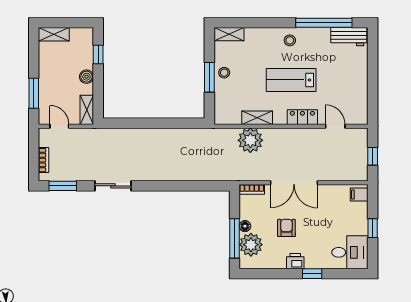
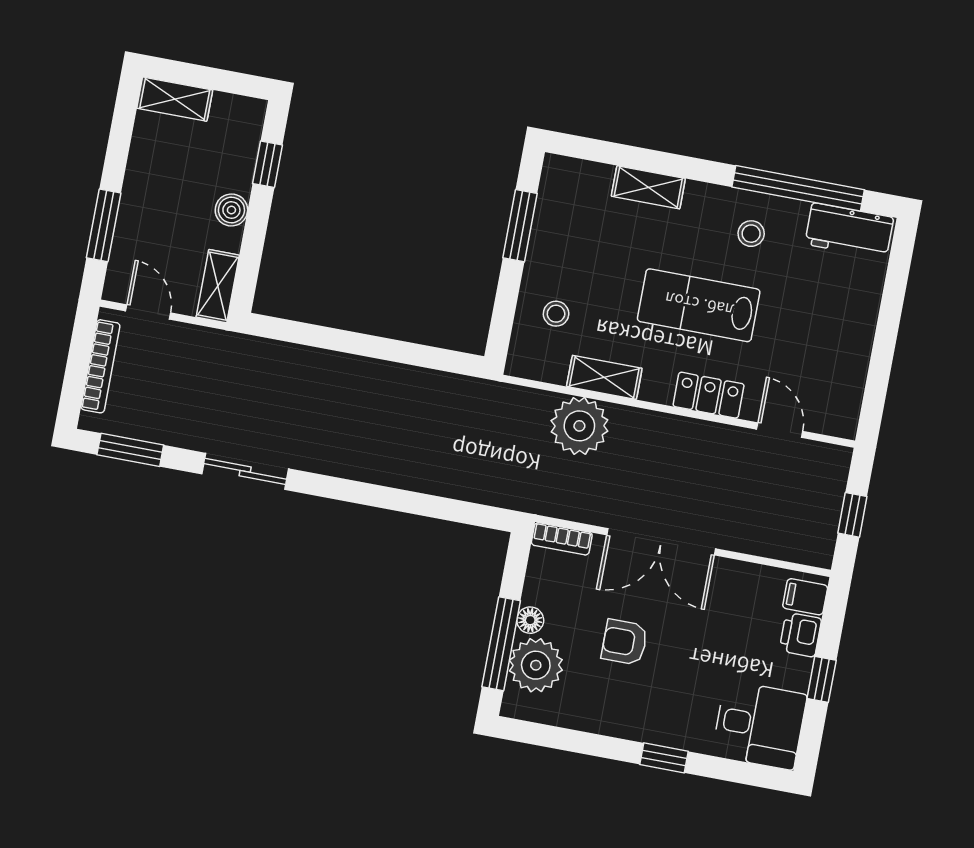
shelving: (229, 34) -> (648, 187), moved
stool: (290, 40) -> (751, 234), moved
stool: (224, 73) -> (556, 314), moved
window: (209, 77) -> (520, 226), moved
bookcase: (44, 160) -> (100, 366), width x1.56
armchair: (286, 228) -> (624, 642), turned -90
printer: (295, 261) -> (800, 635), moved, turned -90

